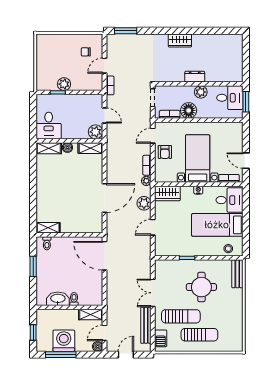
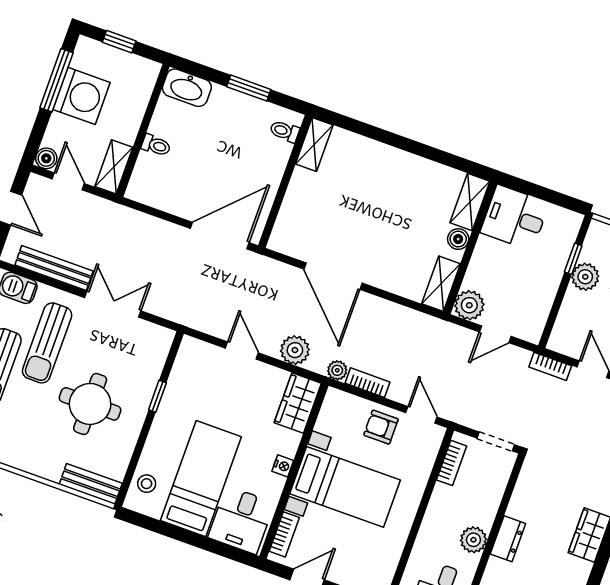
floor lamp: (189, 110) -> (446, 503), removed
washbasin: (58, 299) -> (187, 88), moved, turned 90

